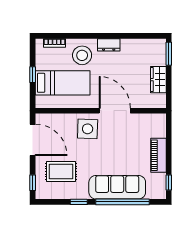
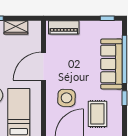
side table: (88, 129) -> (66, 98), moved
piano: (158, 155) -> (64, 27), moved

